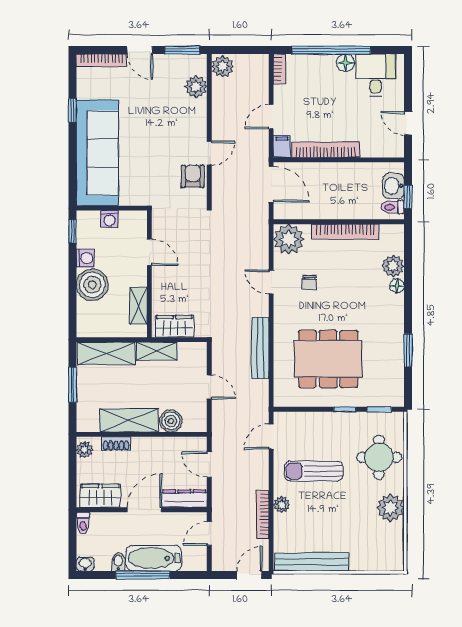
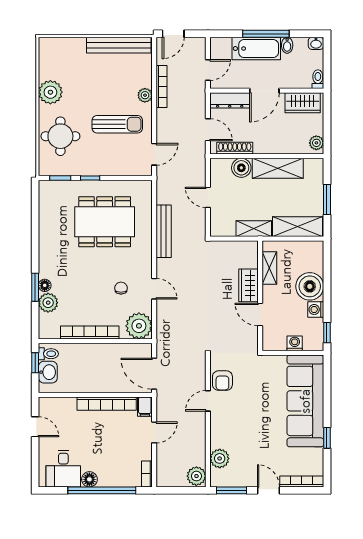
wardrobe: (174, 326) -> (249, 285), moved, turned 90
window: (408, 350) -> (35, 287), moved
shoe rack: (116, 444) -> (235, 148), moved, width x1.43

